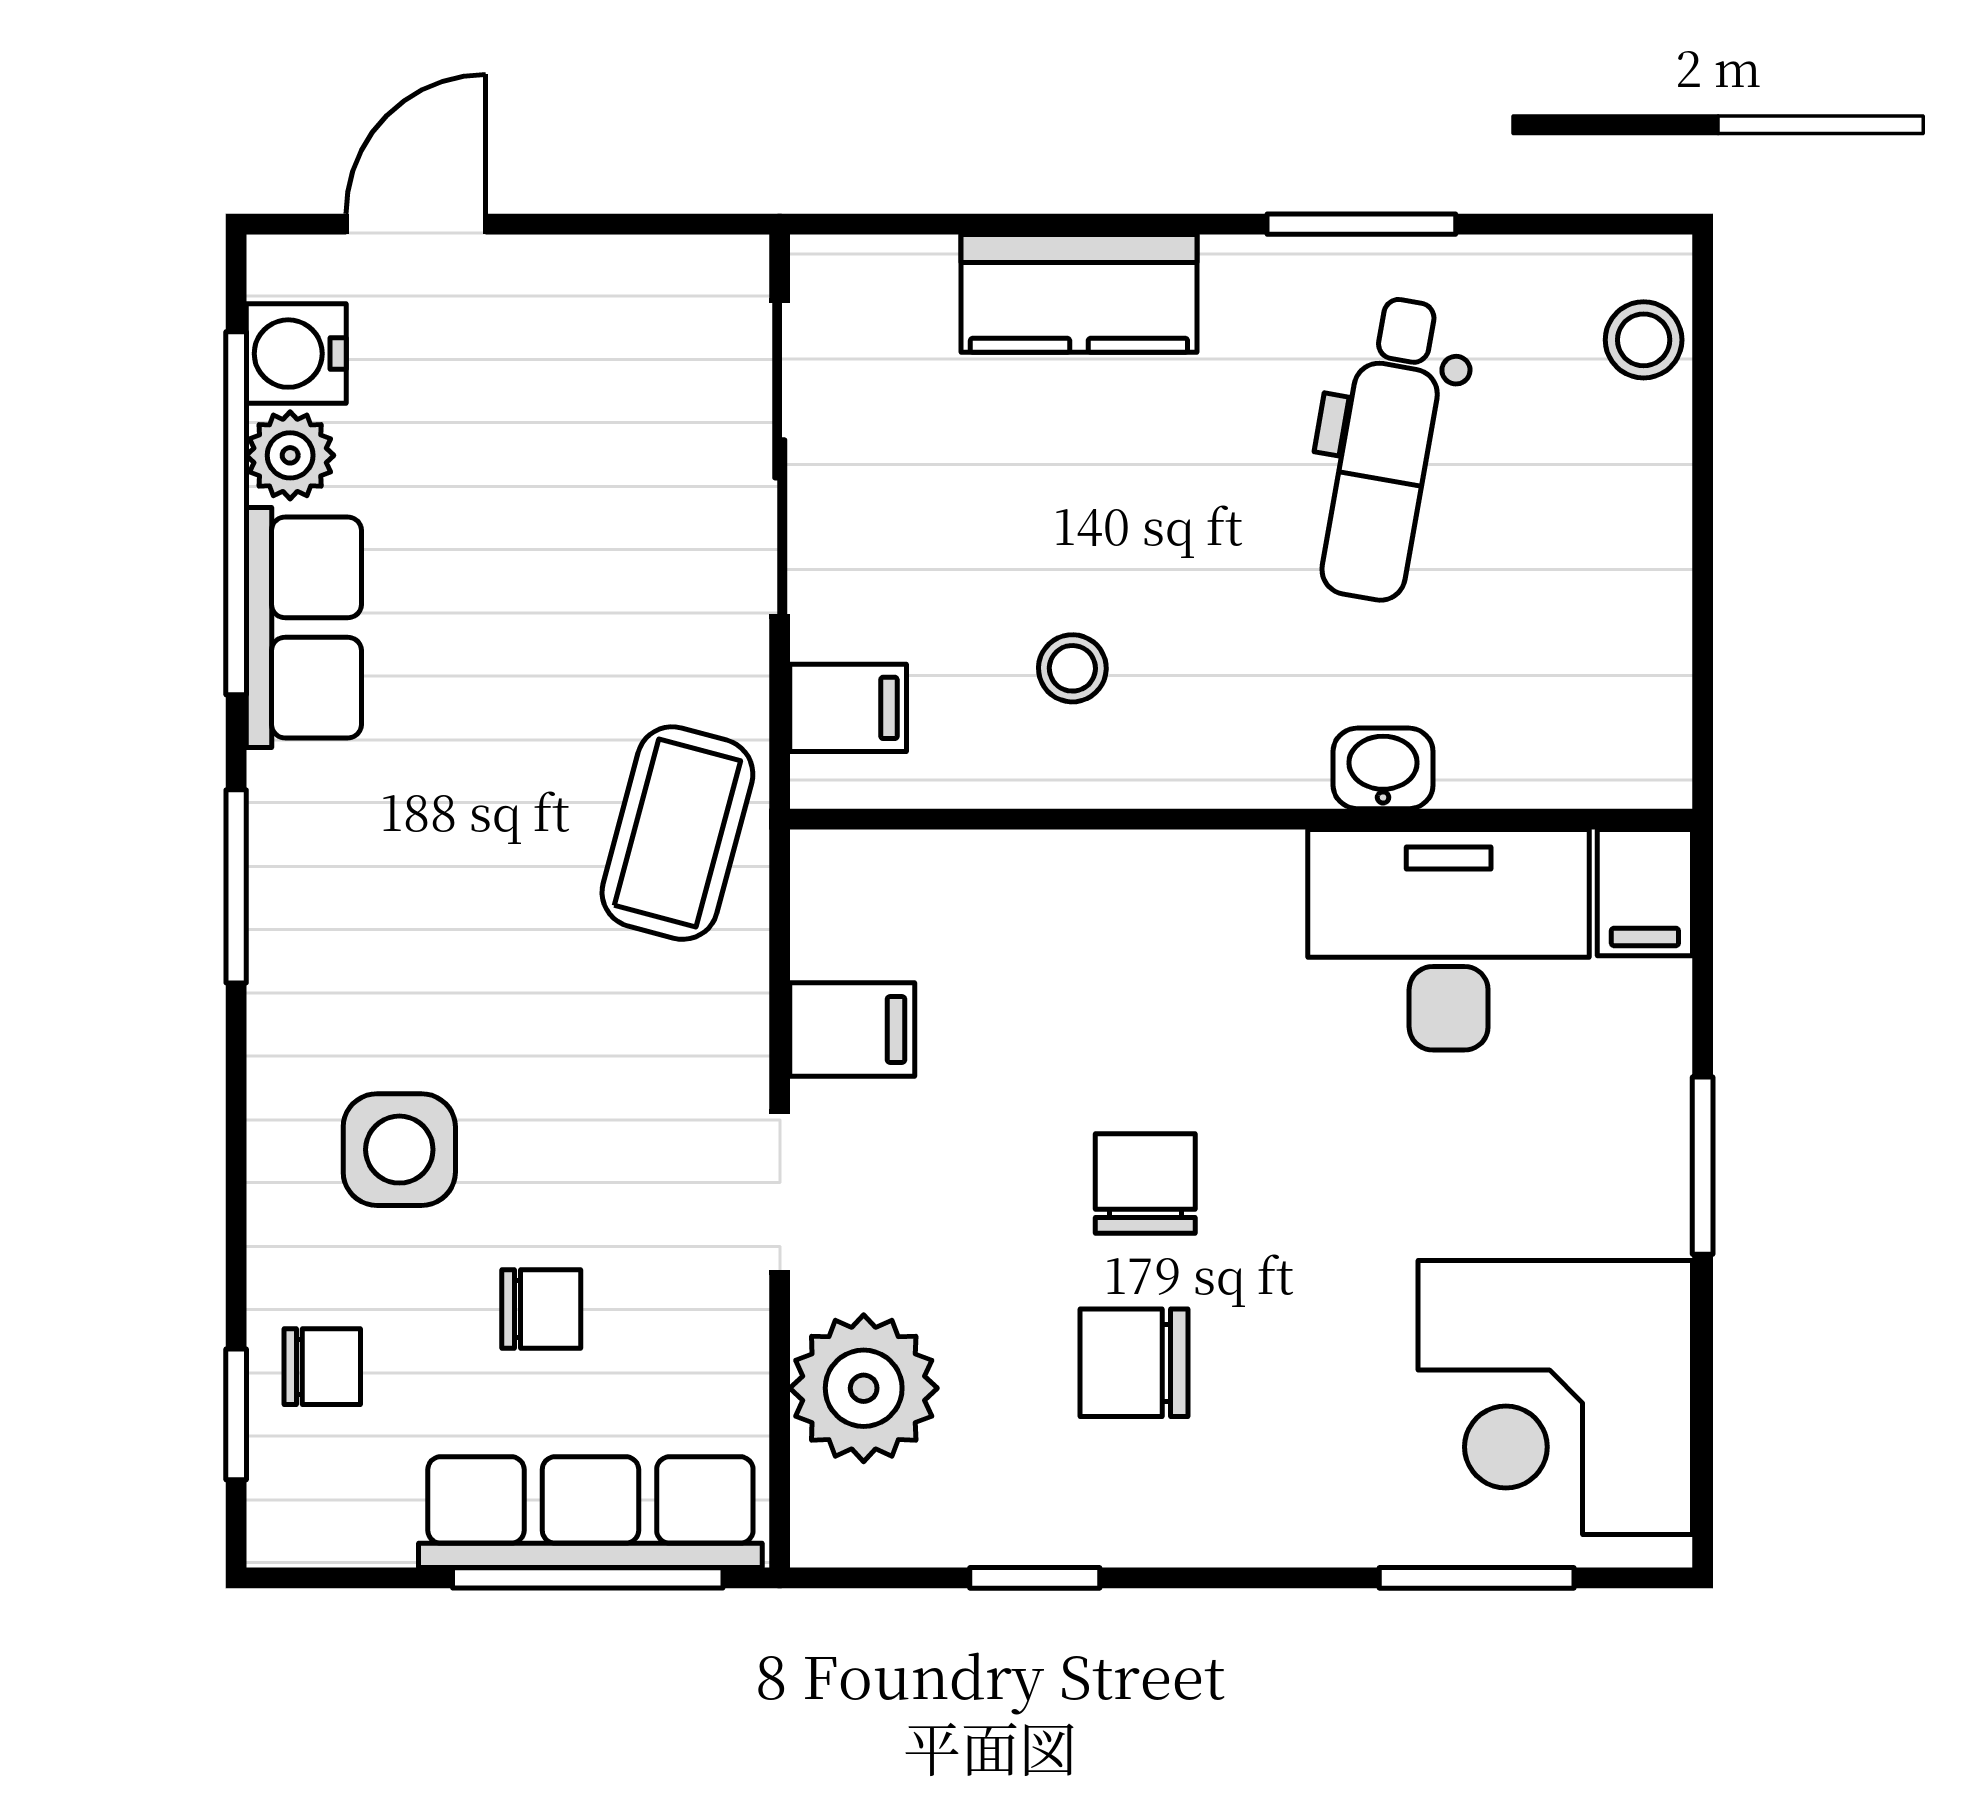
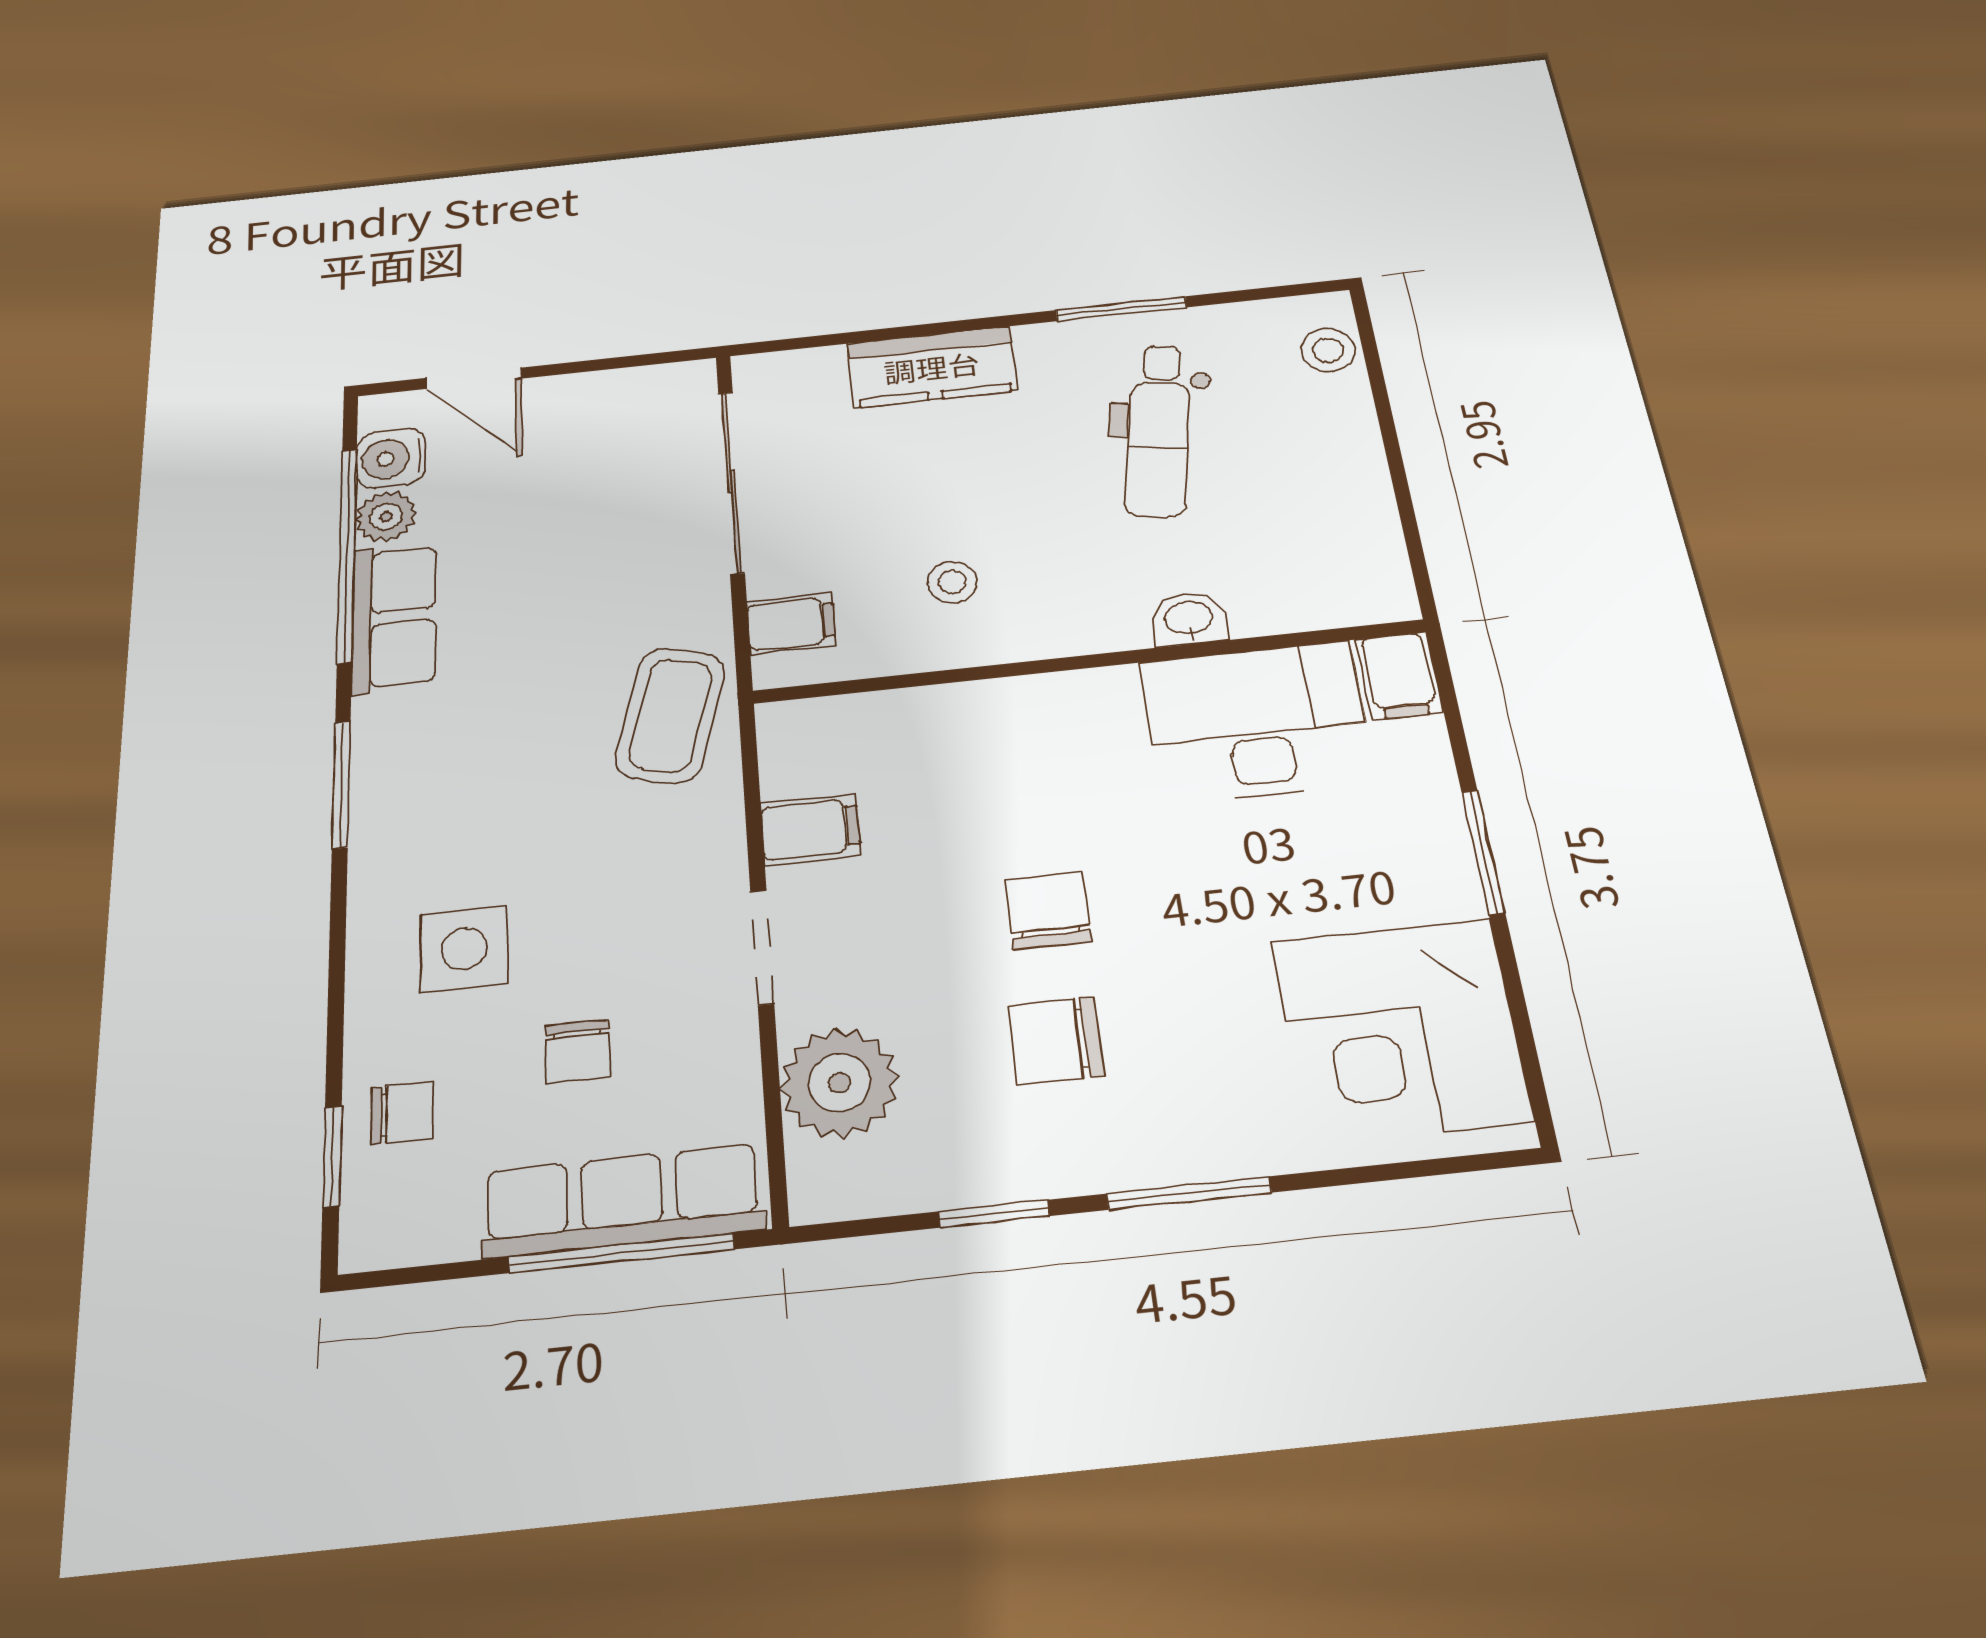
door: (416, 224) -> (474, 378), swing flipped
chair: (541, 1309) -> (577, 1051), turned 90
window: (1477, 1578) -> (1189, 1193), moved

